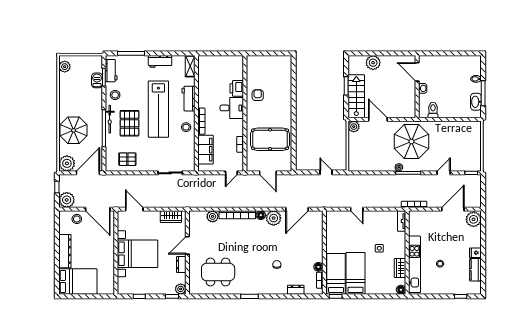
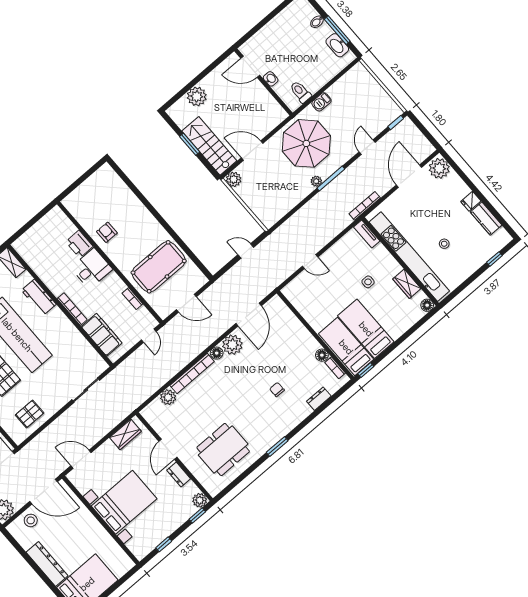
barbecue: (440, 126) -> (321, 102), added
stool: (186, 127) -> (62, 329), removed
kitchen unit: (414, 264) -> (409, 257), width x1.36

